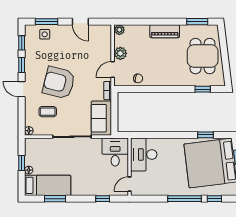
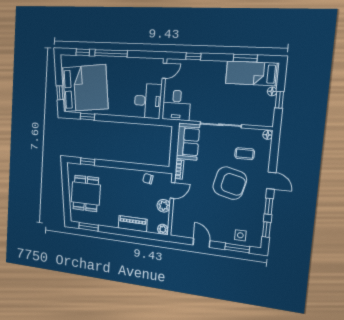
piano: (165, 31) -> (133, 224), moved

